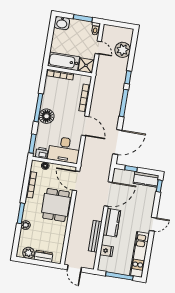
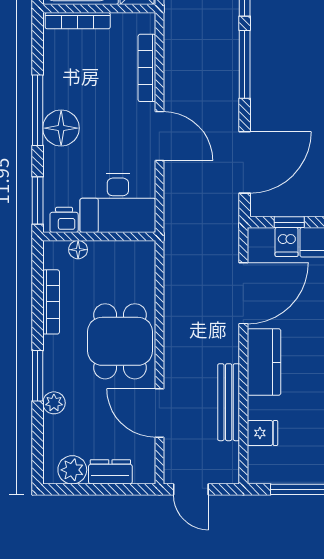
dishwasher: (129, 176) -> (287, 242), added
door: (76, 181) -> (159, 413), moved

